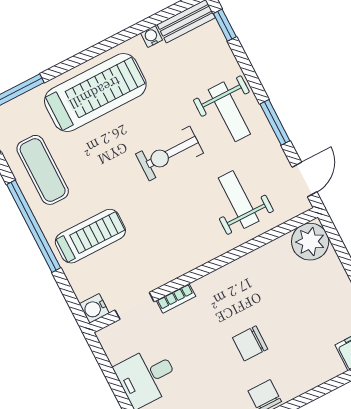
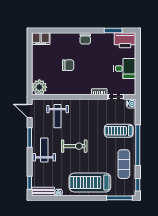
door: (304, 179) -> (30, 111), hinge flipped
chair: (250, 343) -> (68, 65), moved

